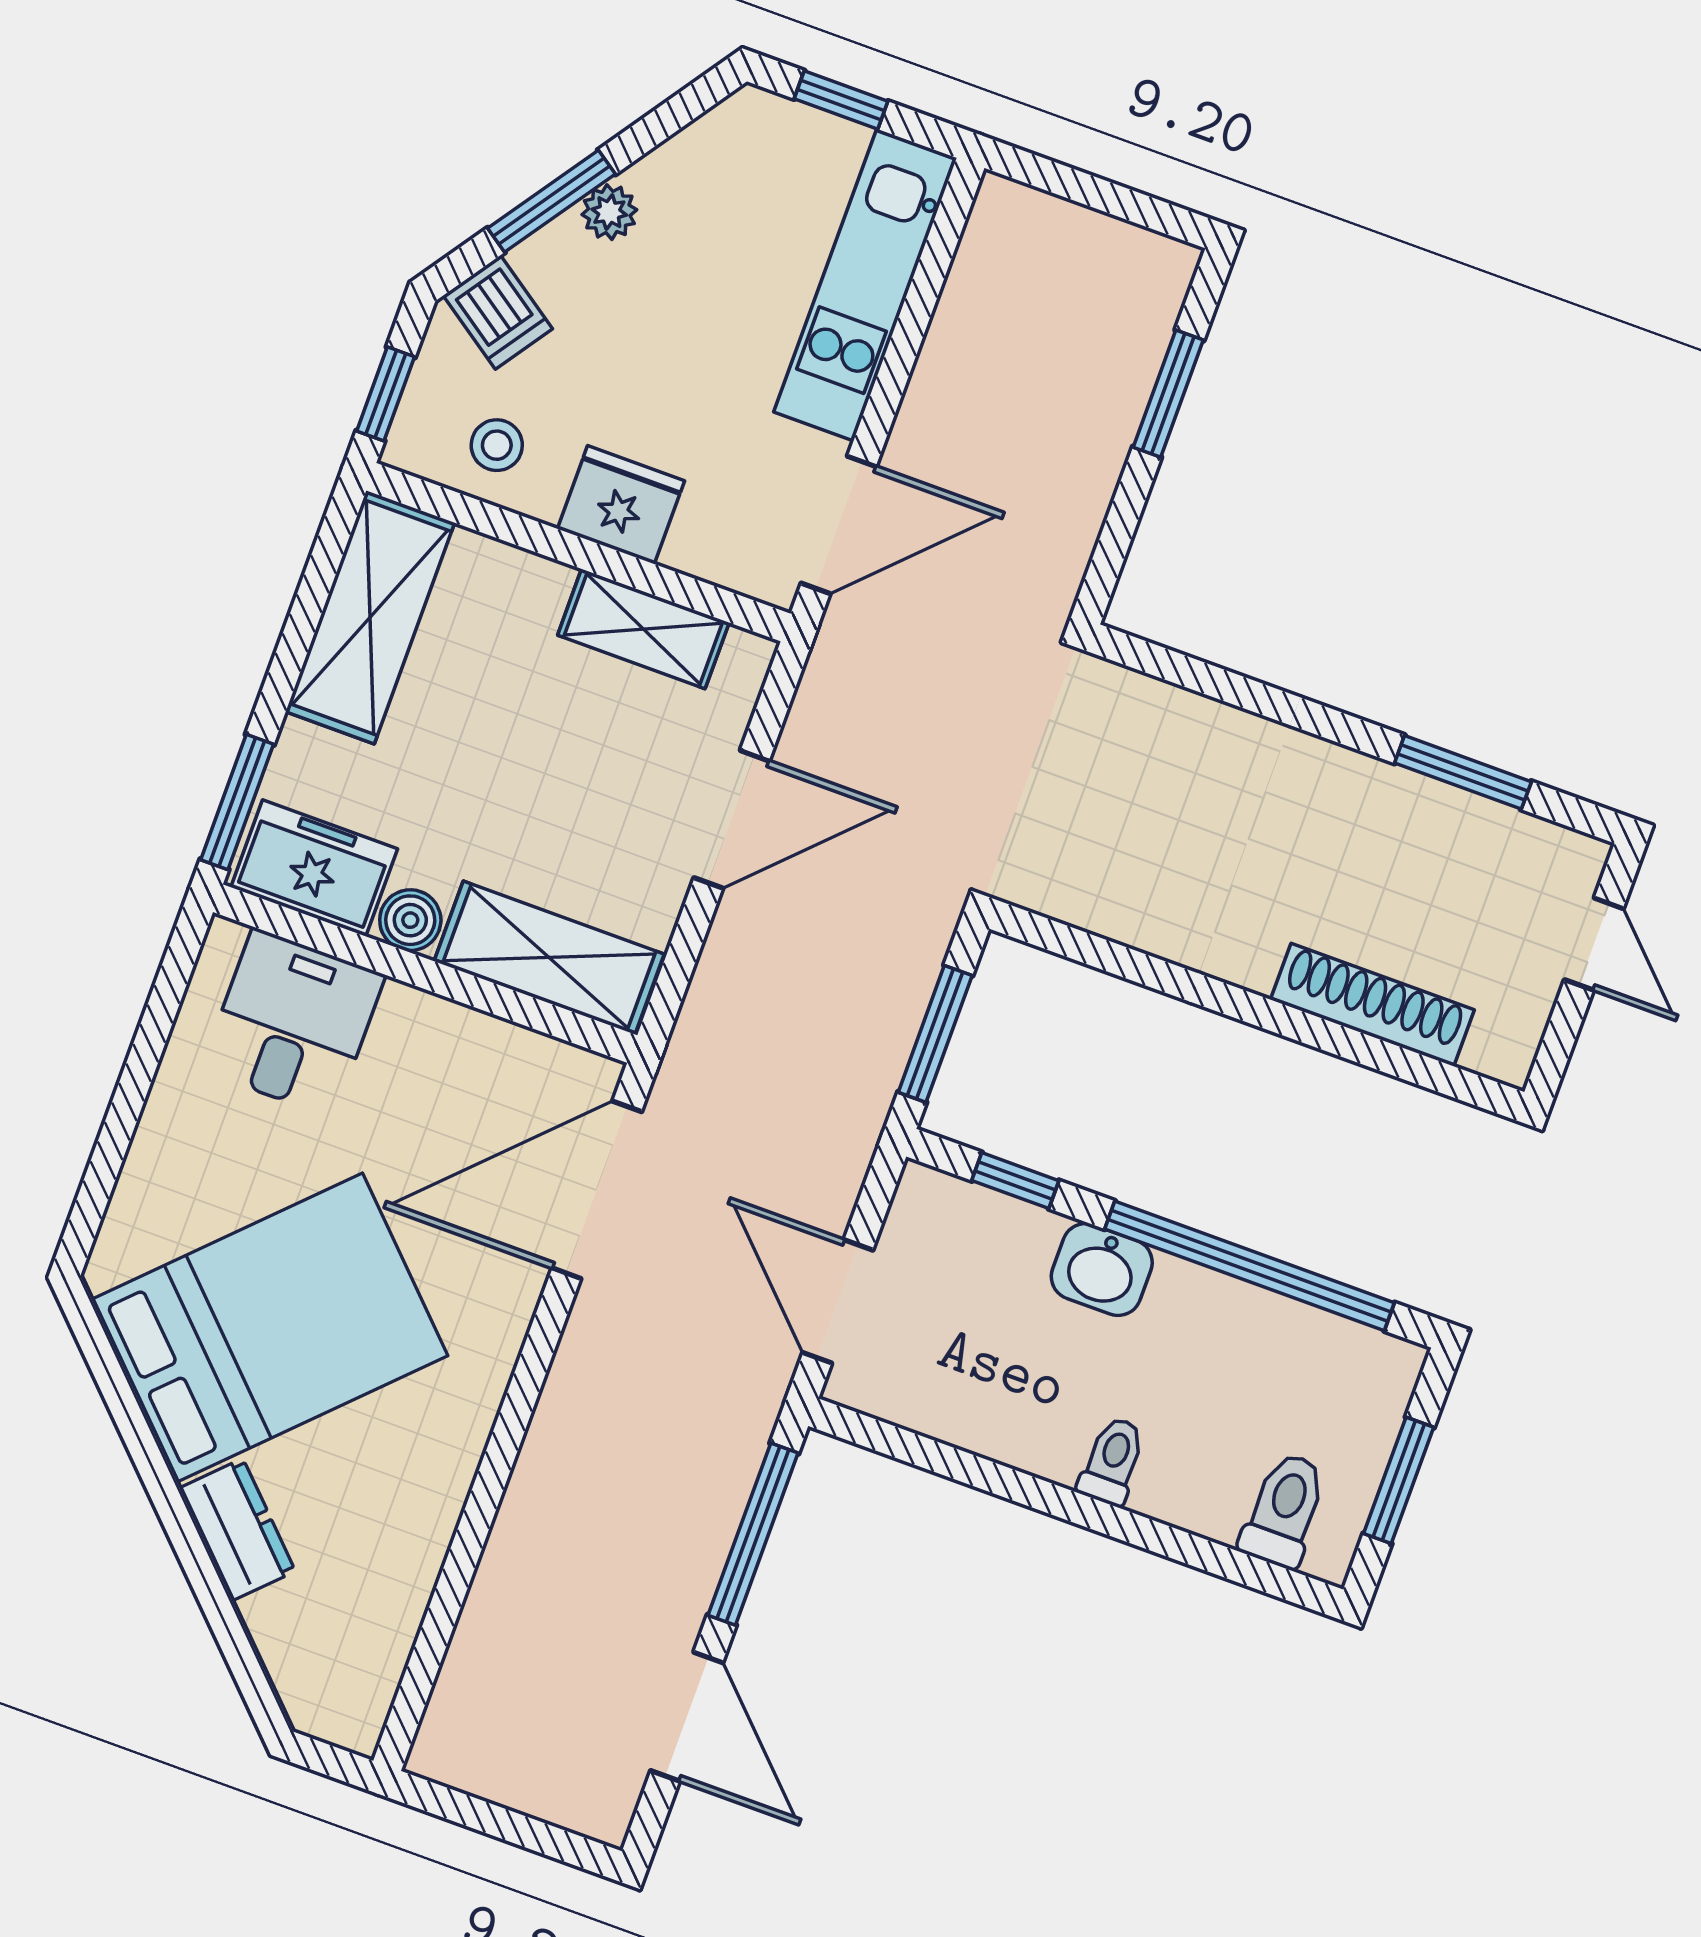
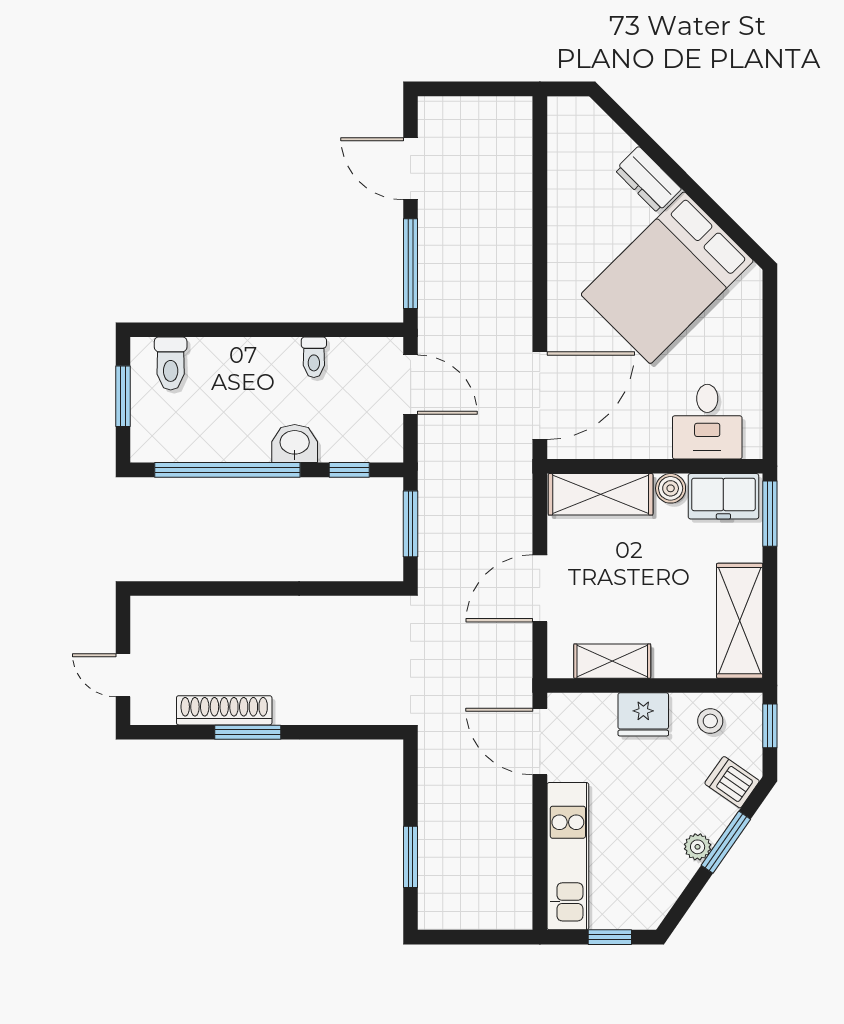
door: (839, 525) -> (540, 742), hinge flipped
window: (1463, 772) -> (248, 732), moved
shoe rack: (1372, 1005) -> (224, 710), moved, turned 180
toilet: (1112, 1461) -> (314, 357), moved

